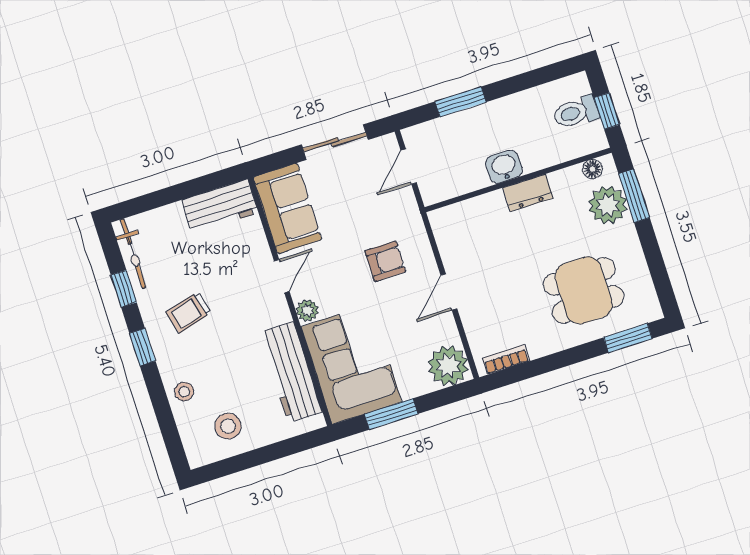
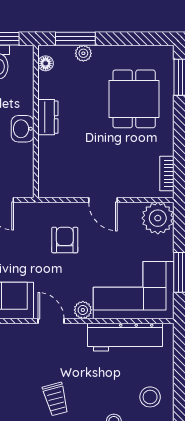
plant: (608, 205) -> (83, 53), width x0.53, depth x0.53

